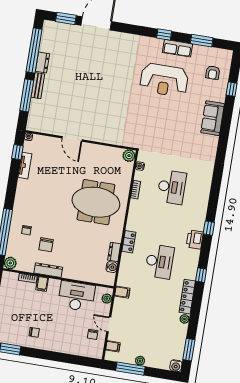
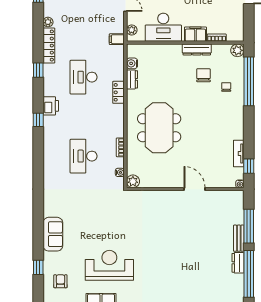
meeting table: (96, 202) -> (159, 128), turned 90
filing cabinet: (42, 284) -> (195, 34), width x2.00

